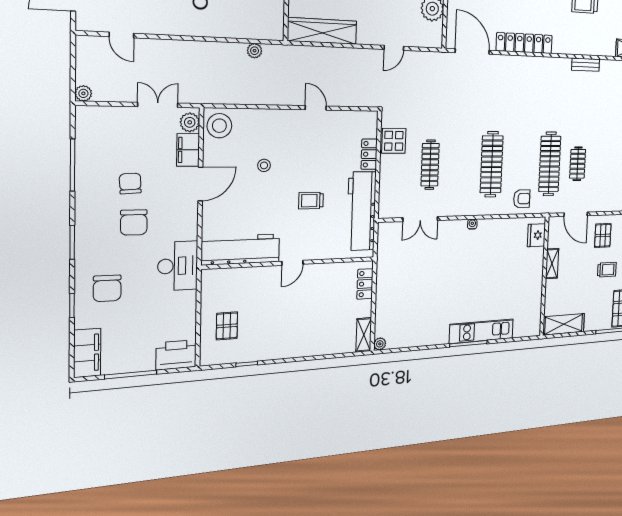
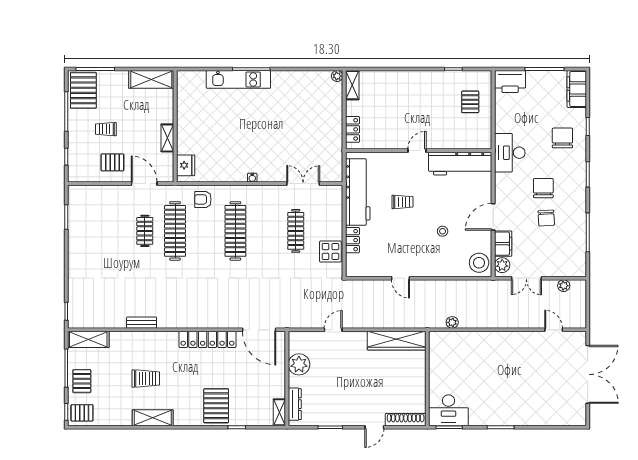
plant: (83, 93) -> (564, 286), moved
pallet: (603, 235) -> (112, 162), turned 90

